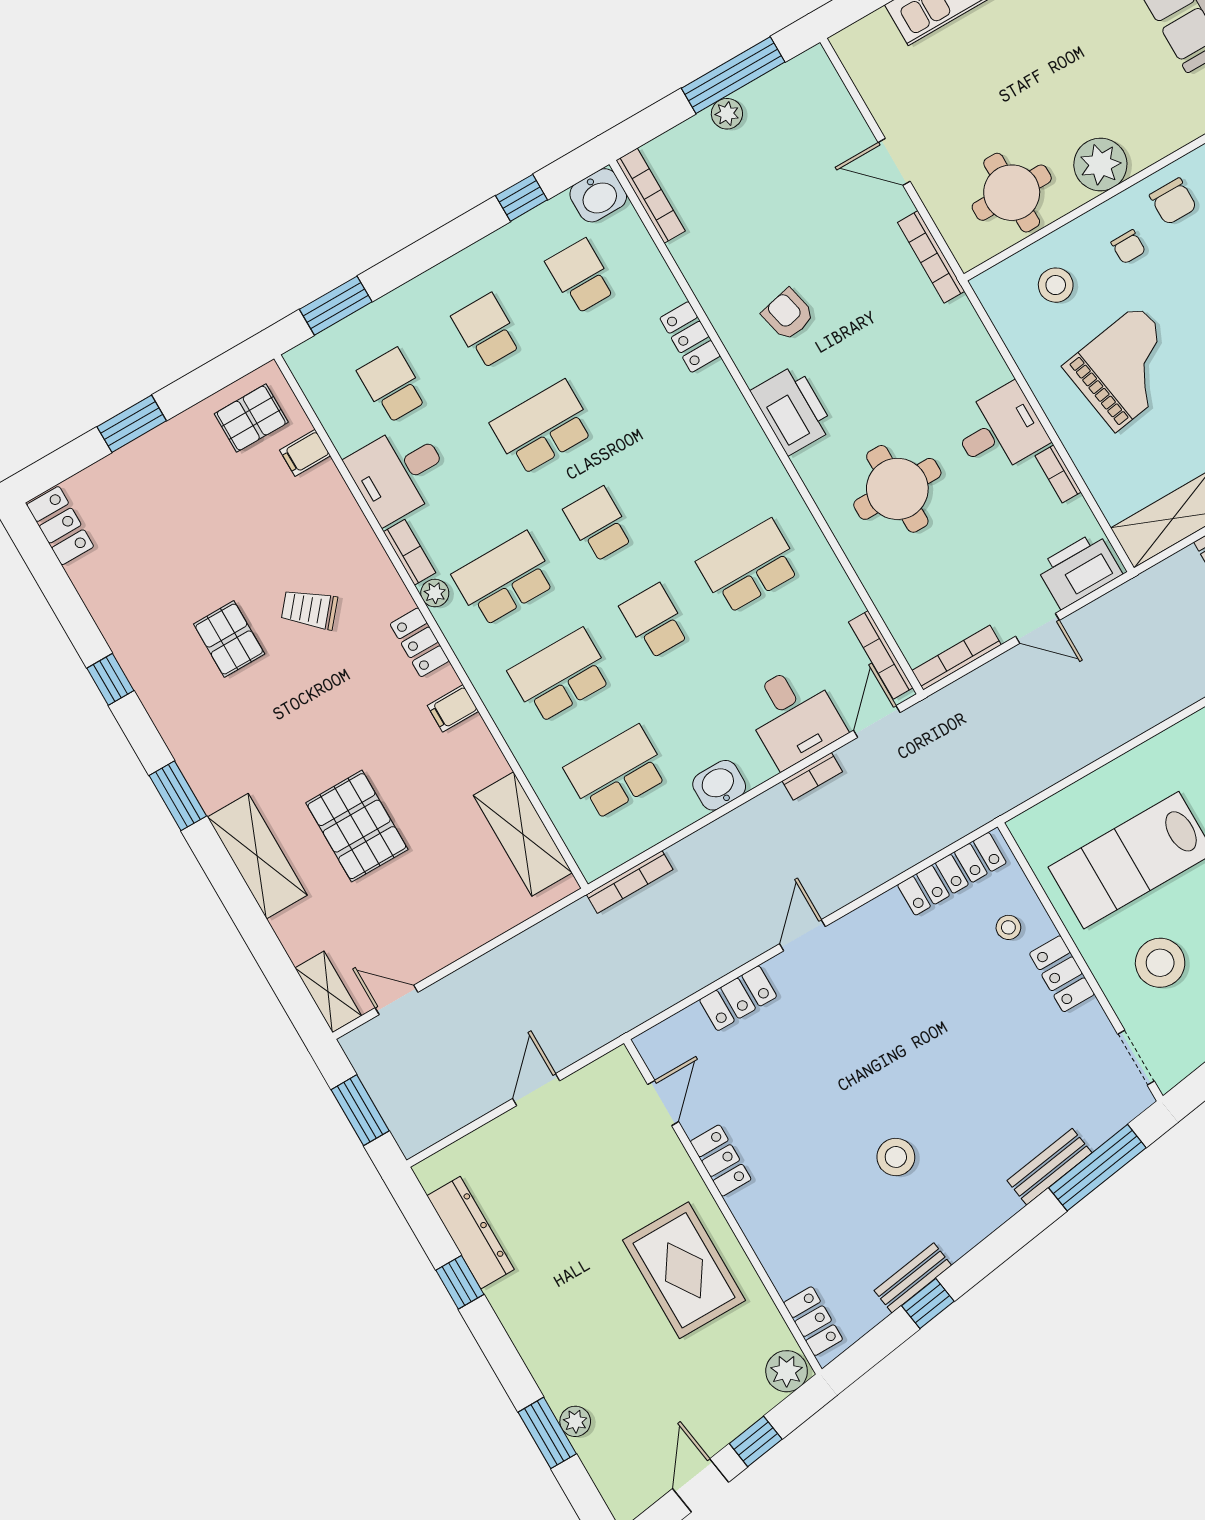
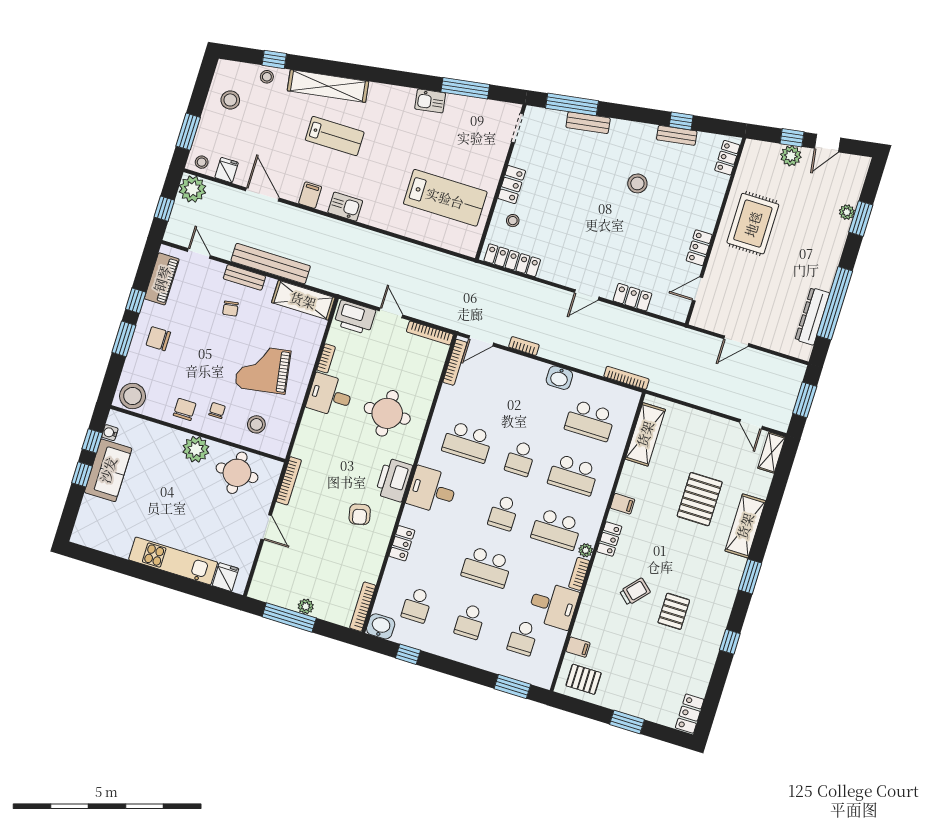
fridge: (876, 37) -> (226, 577), added
trolley: (309, 609) -> (635, 592), turned -88
desk: (794, 716) -> (432, 490), moved, turned -90
stool: (1160, 963) -> (474, 152), removed
window: (460, 1282) -> (835, 303), width x3.17
plant: (787, 1371) -> (791, 156), moved

